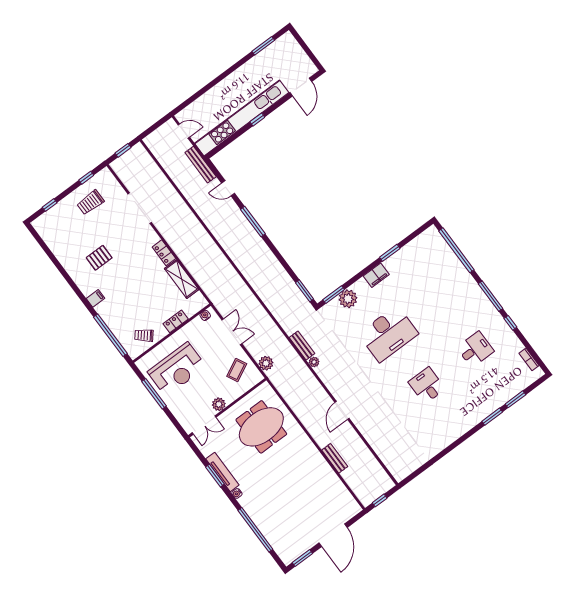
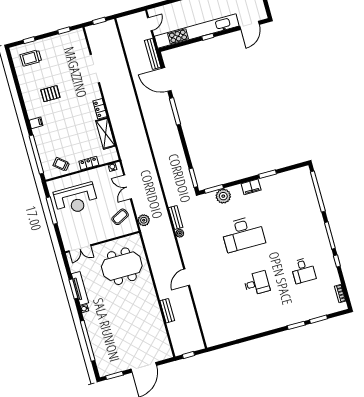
door: (184, 131) -> (150, 24), hinge flipped
door: (228, 188) -> (166, 79), width x1.87
trolley: (91, 202) -> (31, 58), moved
double door: (232, 332) -> (128, 187), swing flipped
desk: (475, 349) -> (303, 271), turned 90
desk: (427, 385) -> (257, 283), turned 90
plant: (219, 404) -> (97, 237), removed

